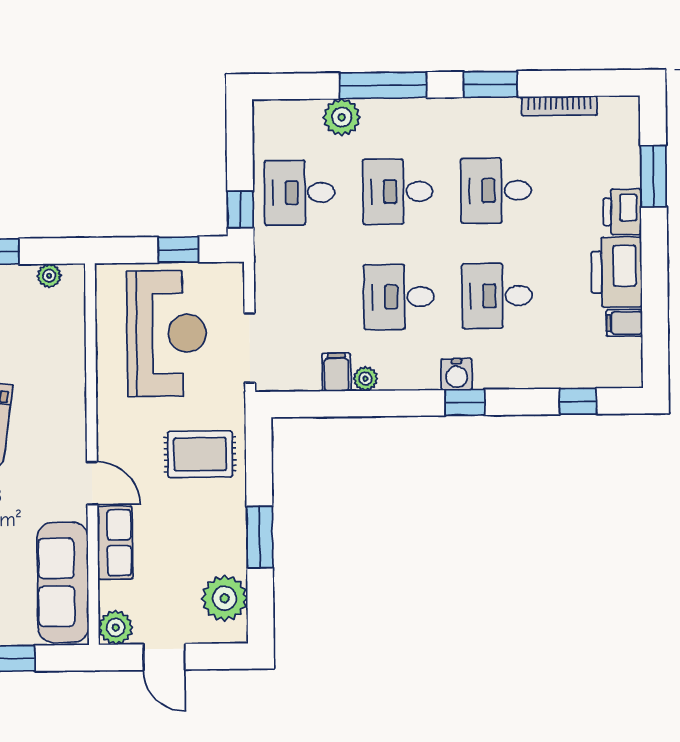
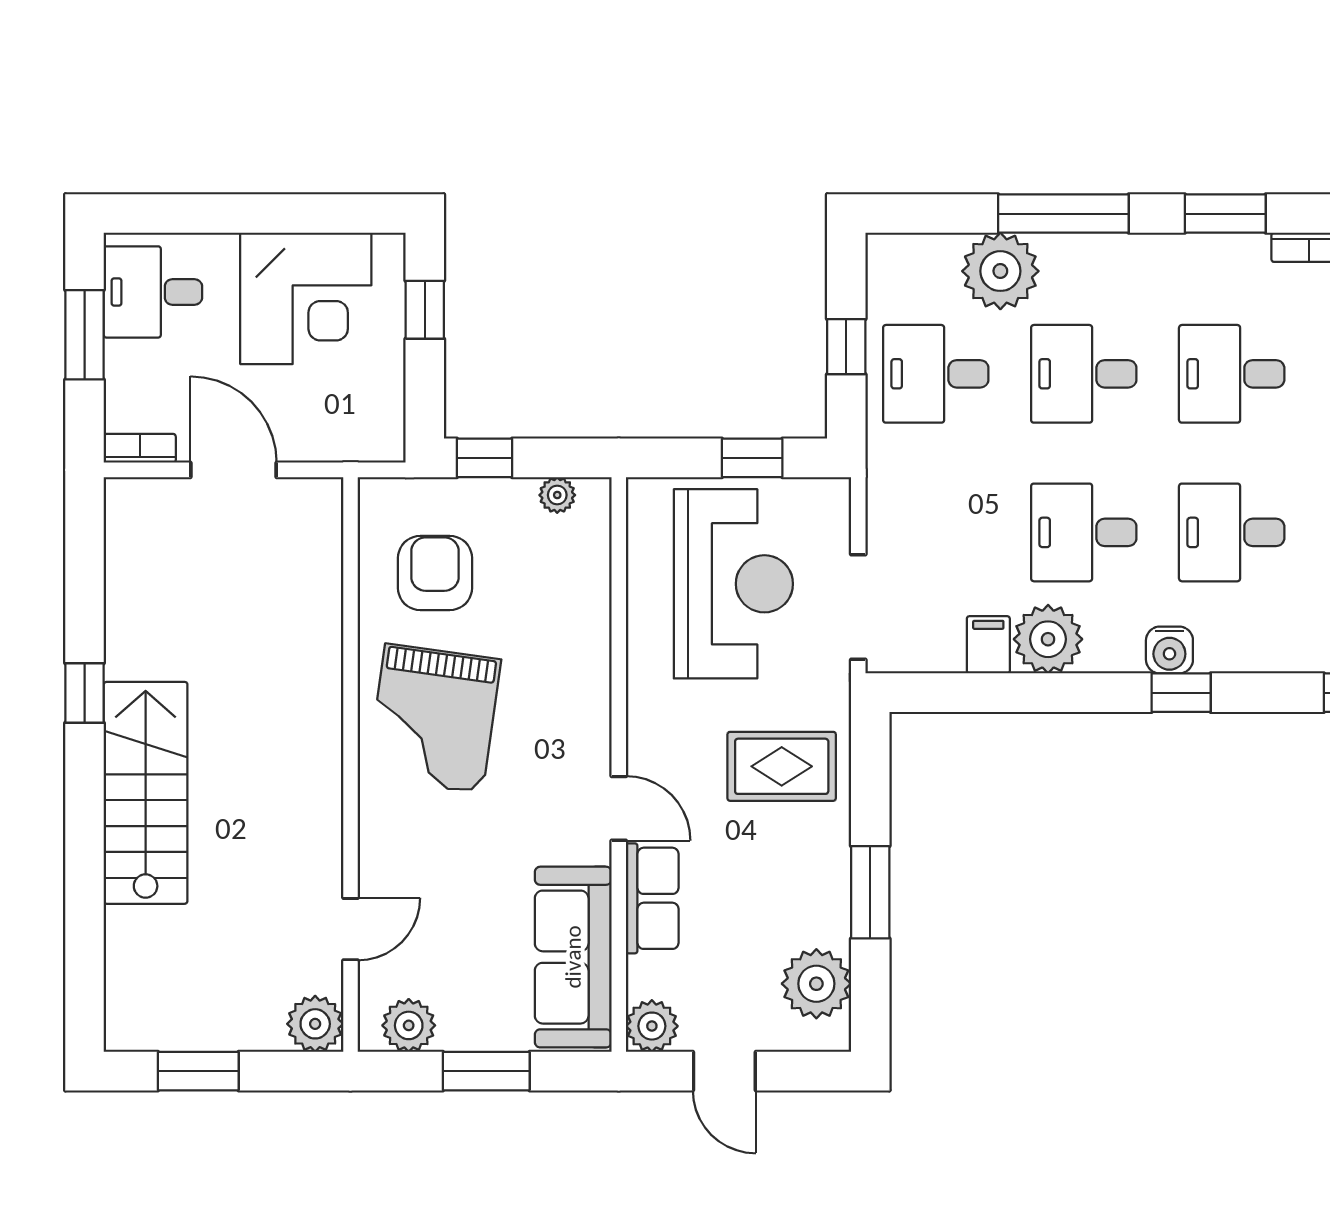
plant: (342, 117) -> (1000, 271), width x1.36, depth x1.36
window: (240, 210) -> (846, 347), moved
plant: (365, 379) -> (1048, 639), width x1.87, depth x1.87

